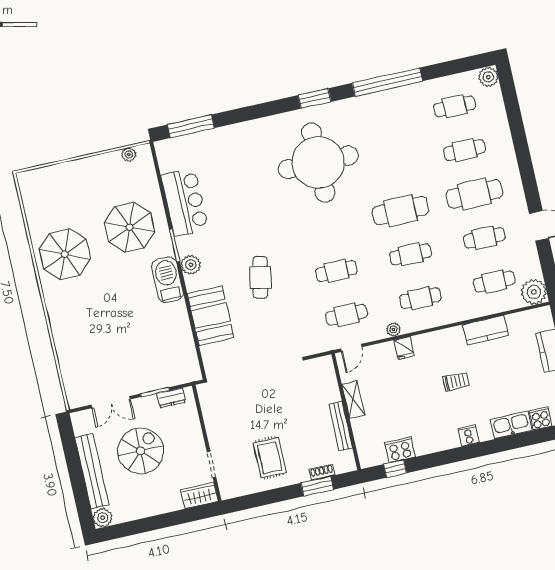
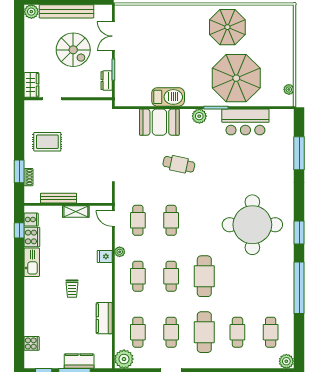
window: (191, 126) -> (299, 153), moved
parasol: (130, 227) -> (236, 78), width x1.36, depth x1.36
barbecue: (168, 280) -> (168, 97), moved
kitchen sink: (511, 425) -> (32, 262), moved
cooker: (468, 435) -> (31, 220), moved

